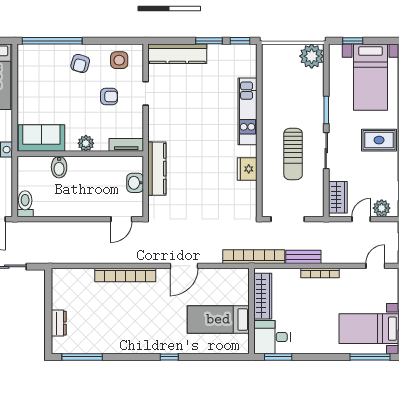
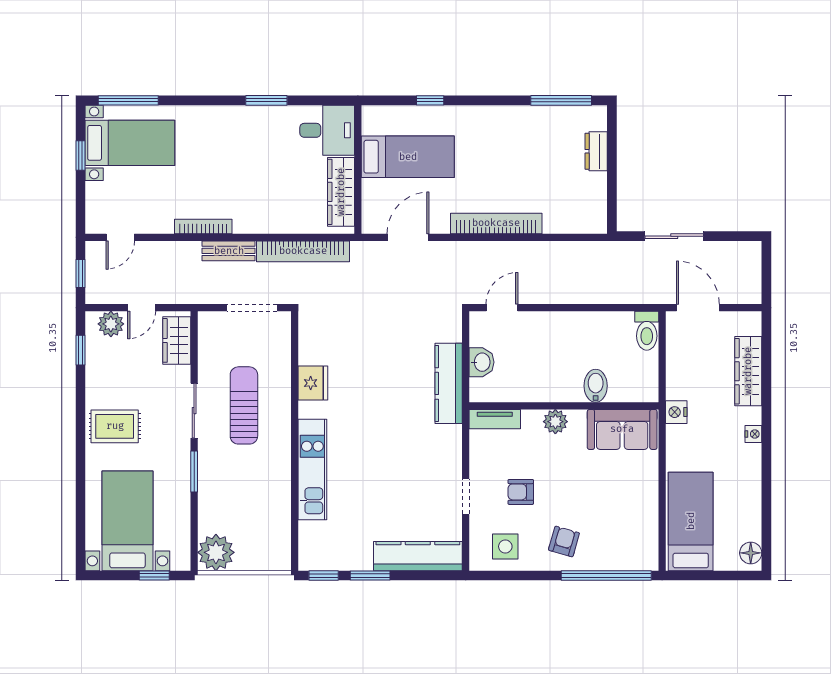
wardrobe: (263, 296) -> (341, 192), moved
wall: (251, 311) -> (358, 169), moved
bed: (218, 319) -> (408, 157), moved
desk: (272, 337) -> (327, 130), moved

